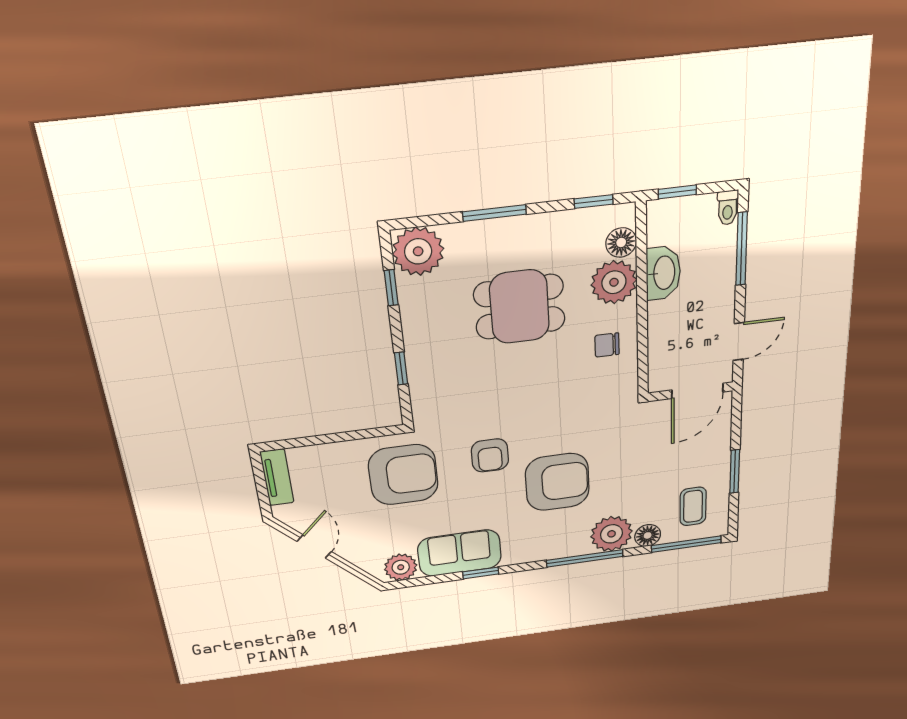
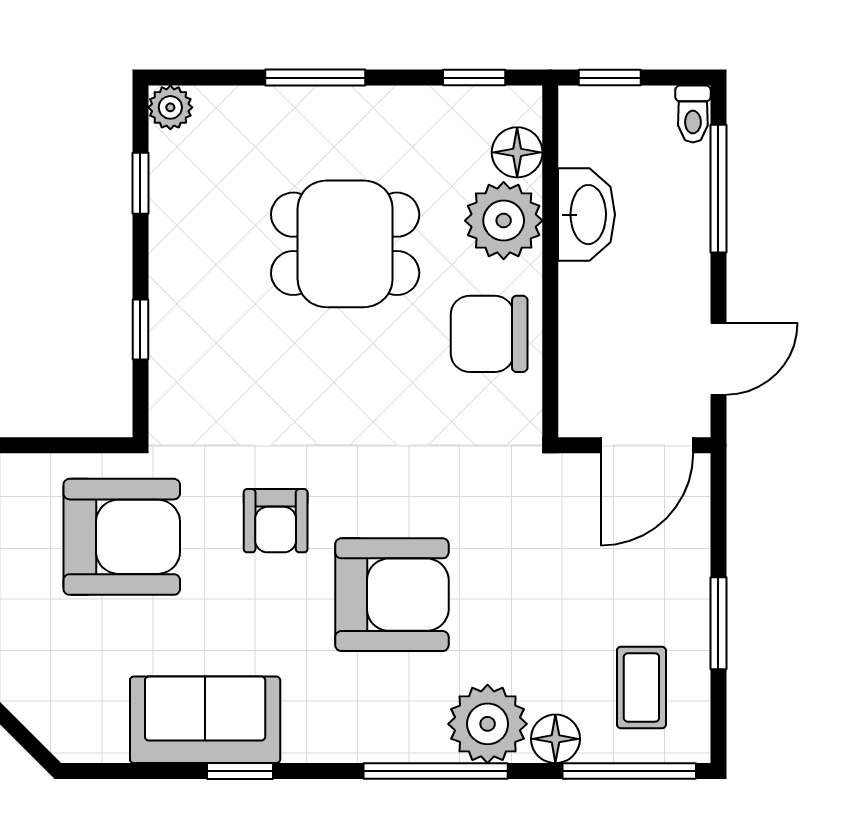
plant: (418, 251) -> (170, 107), width x0.53, depth x0.53
chair: (607, 345) -> (489, 334), width x1.87, depth x1.87
plant: (401, 567) -> (96, 733), removed

